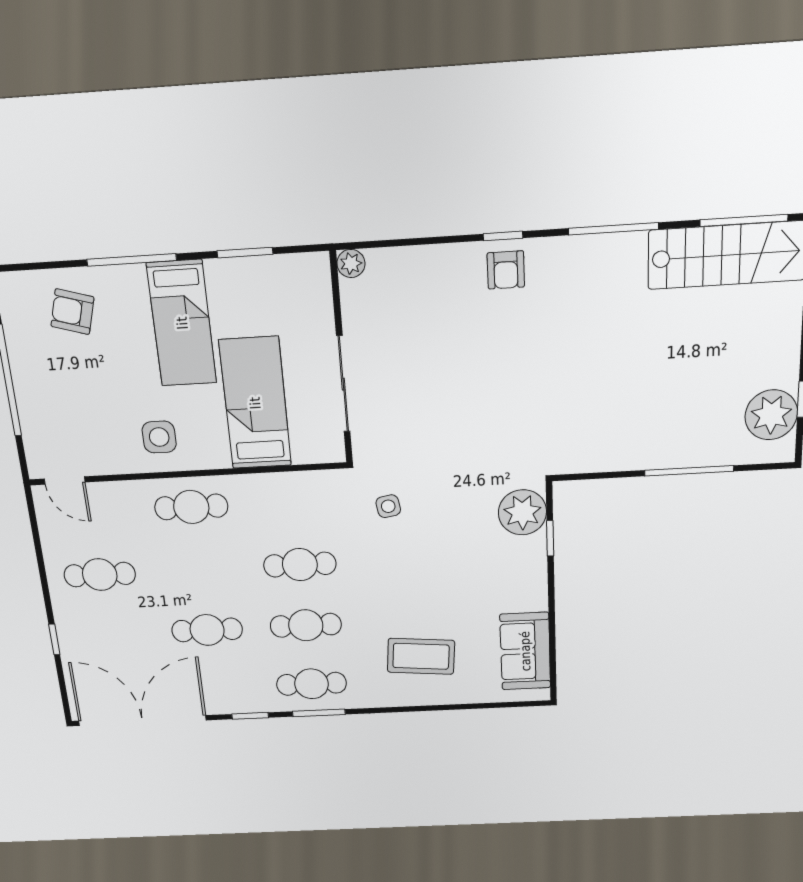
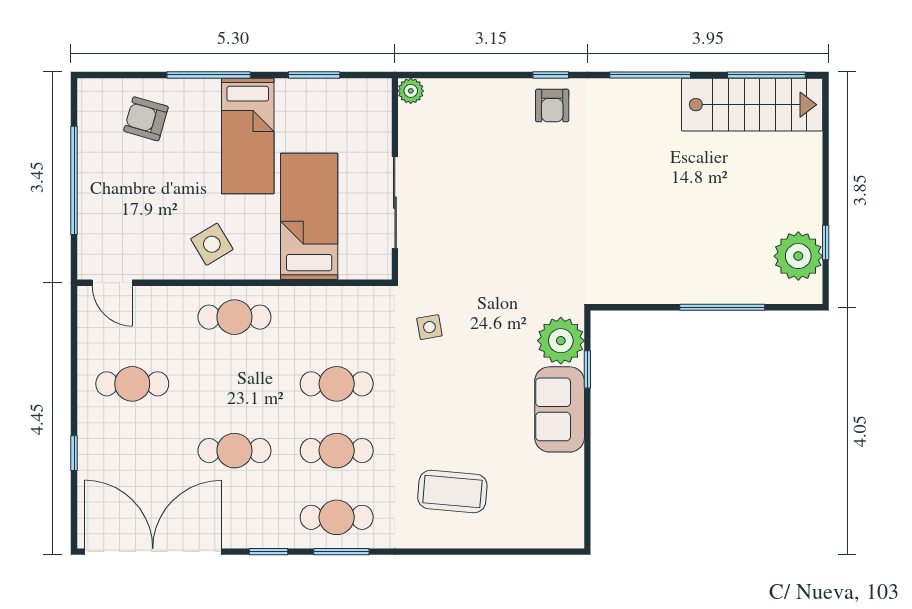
side table: (159, 437) -> (212, 244), turned -31
sofa: (525, 651) -> (560, 409), moved

